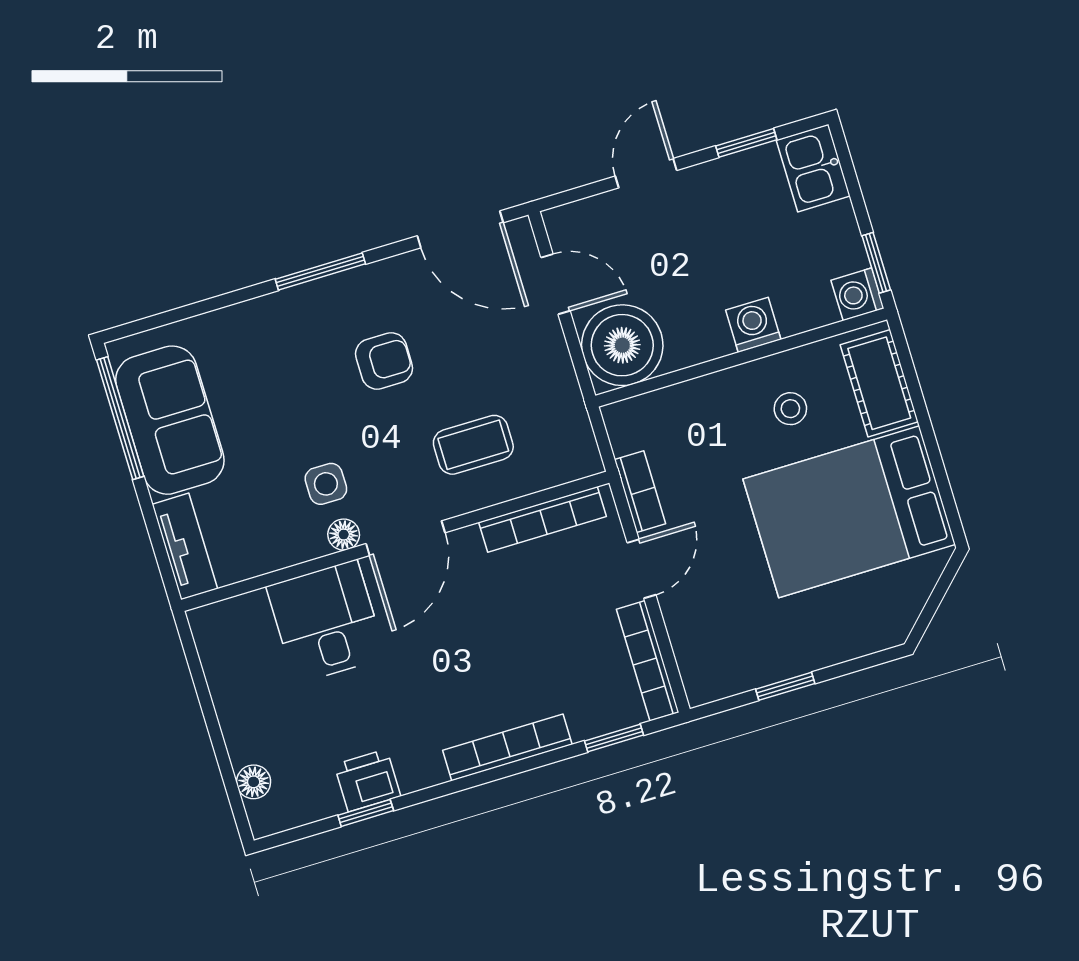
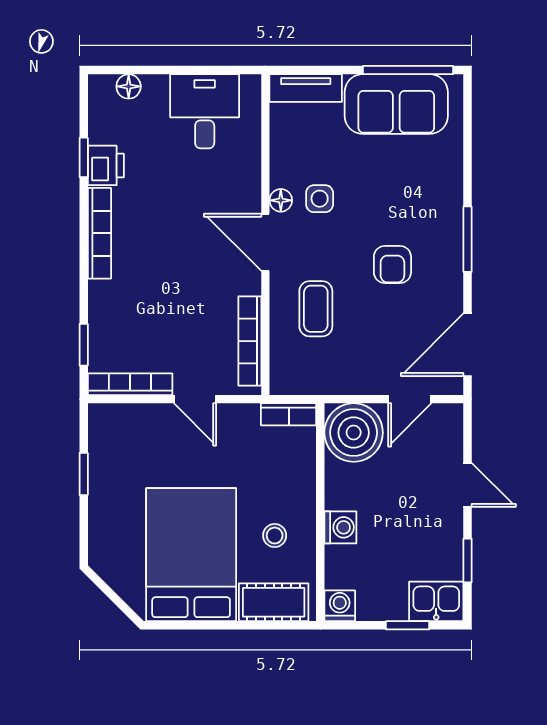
window: (876, 263) -> (407, 625), moved
bookcase: (640, 492) -> (289, 414), moved
desk: (326, 622) -> (205, 111), moved, turned -90
bookcase: (507, 747) -> (99, 233), moved

